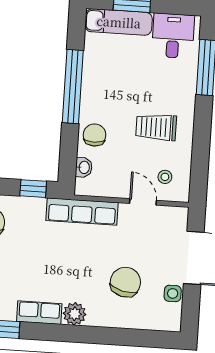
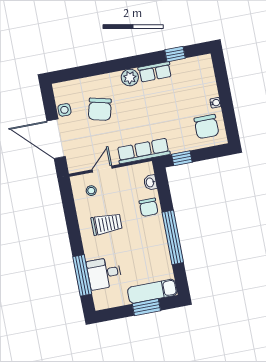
desk: (173, 36) -> (104, 273), moved, turned 90
door: (143, 202) -> (102, 169), swing flipped

